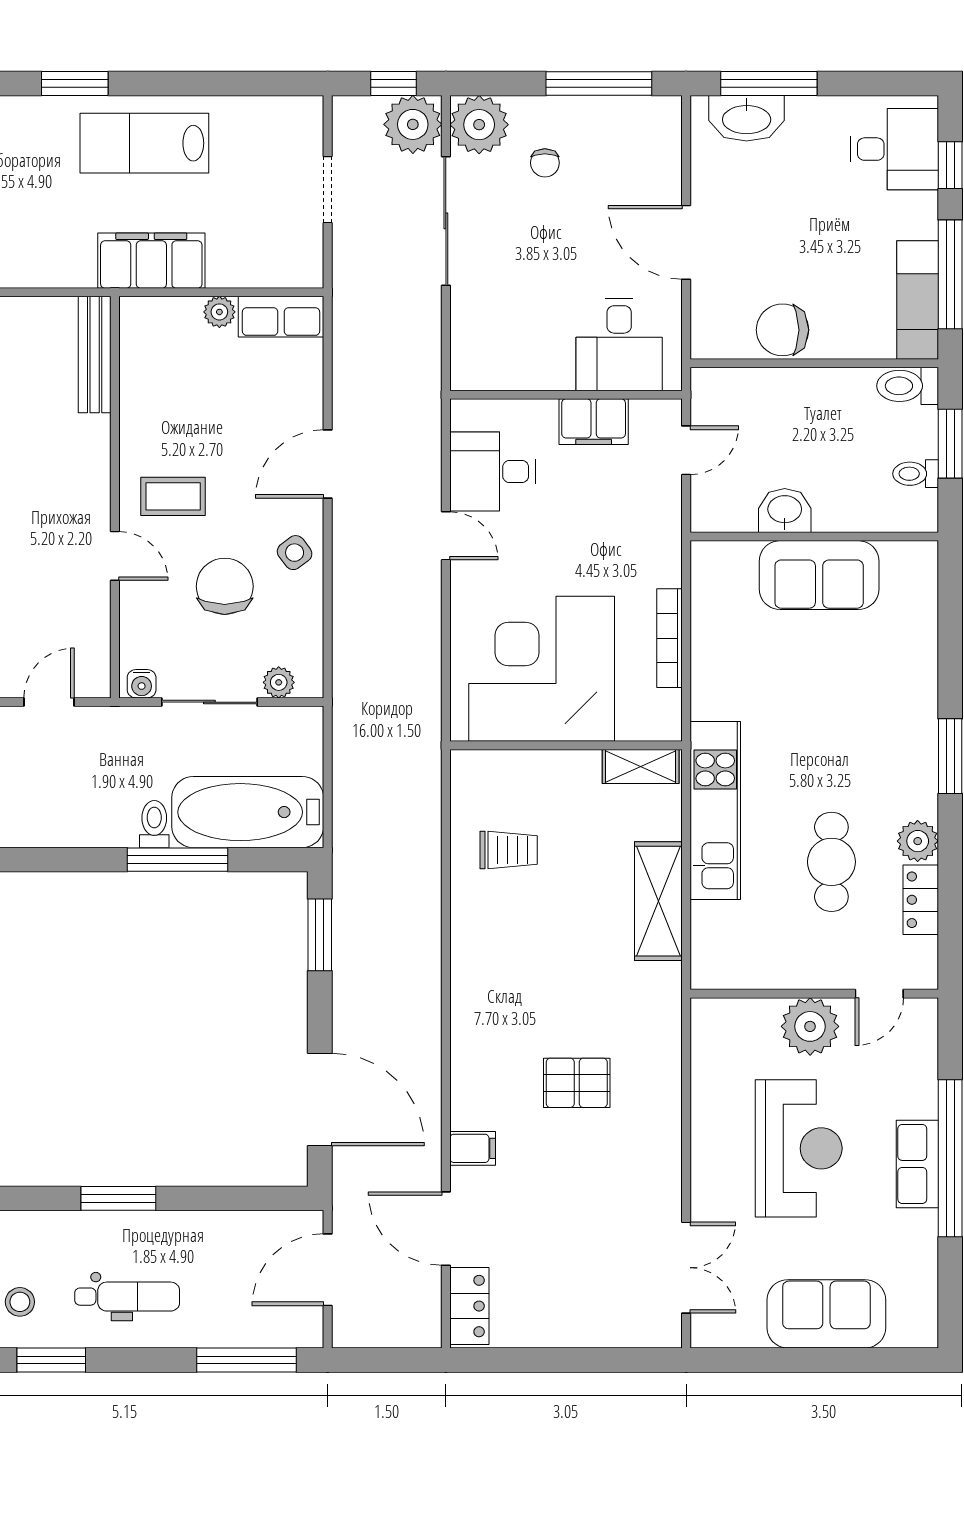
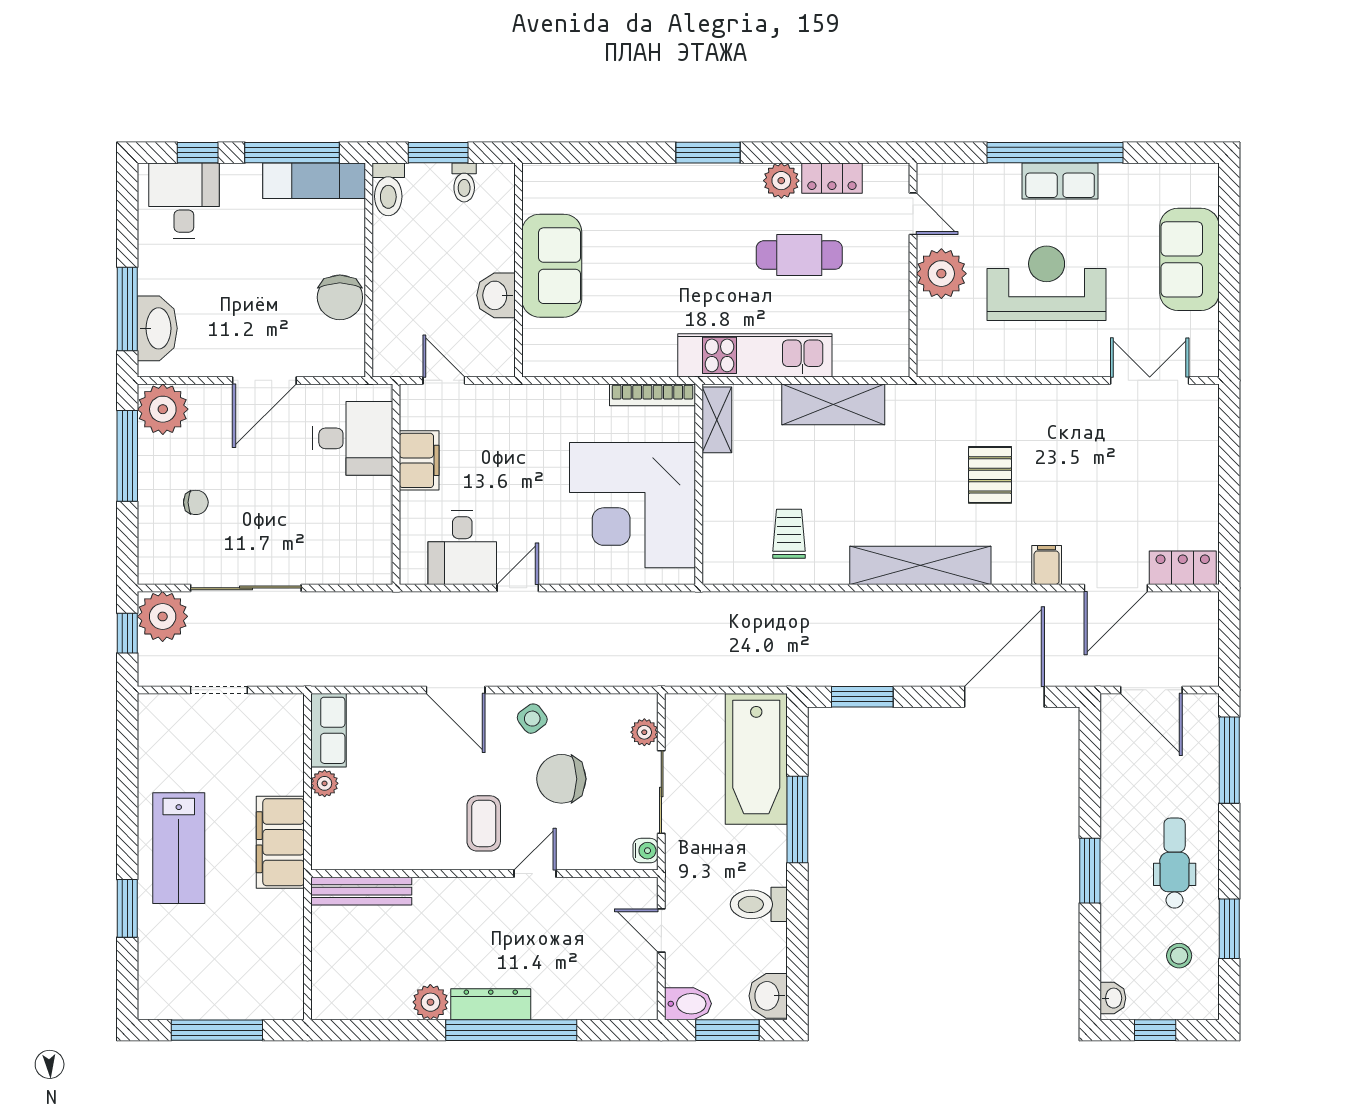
plant: (479, 125) -> (163, 409), moved
bookcase: (670, 638) -> (653, 395), moved
toilet: (154, 824) -> (759, 904), moved, width x1.37, depth x1.39
shelving: (472, 1002) -> (920, 565), added

